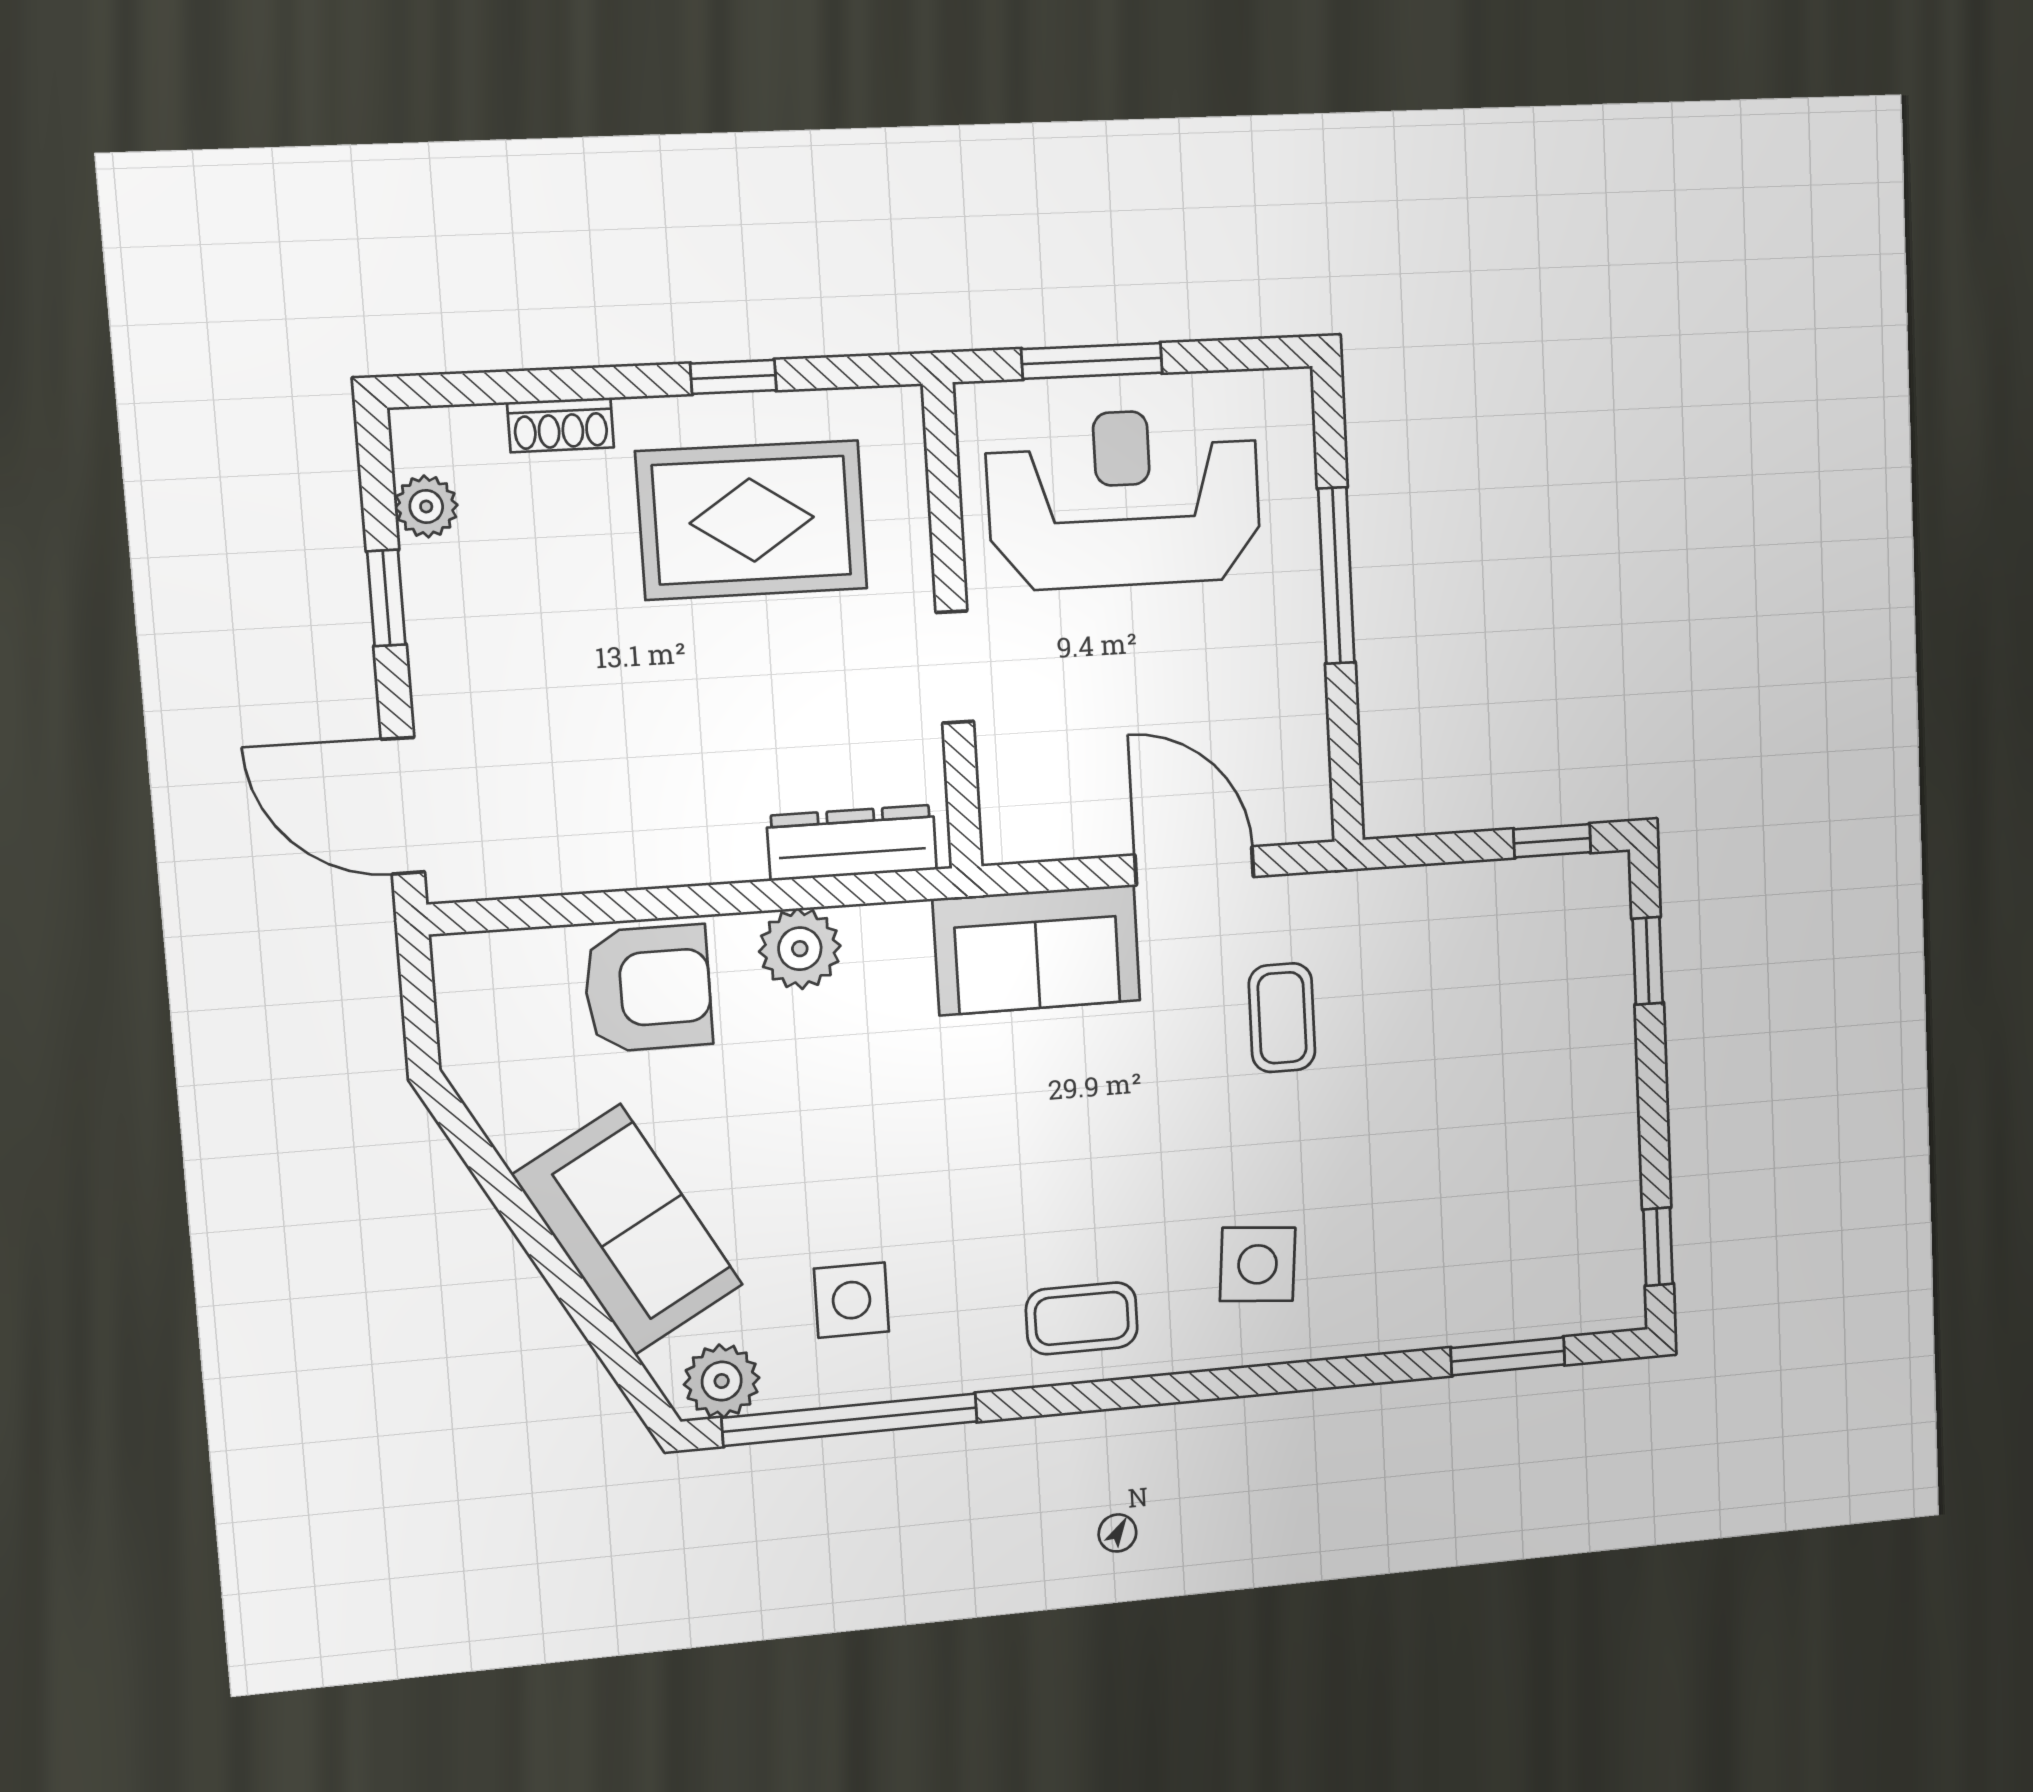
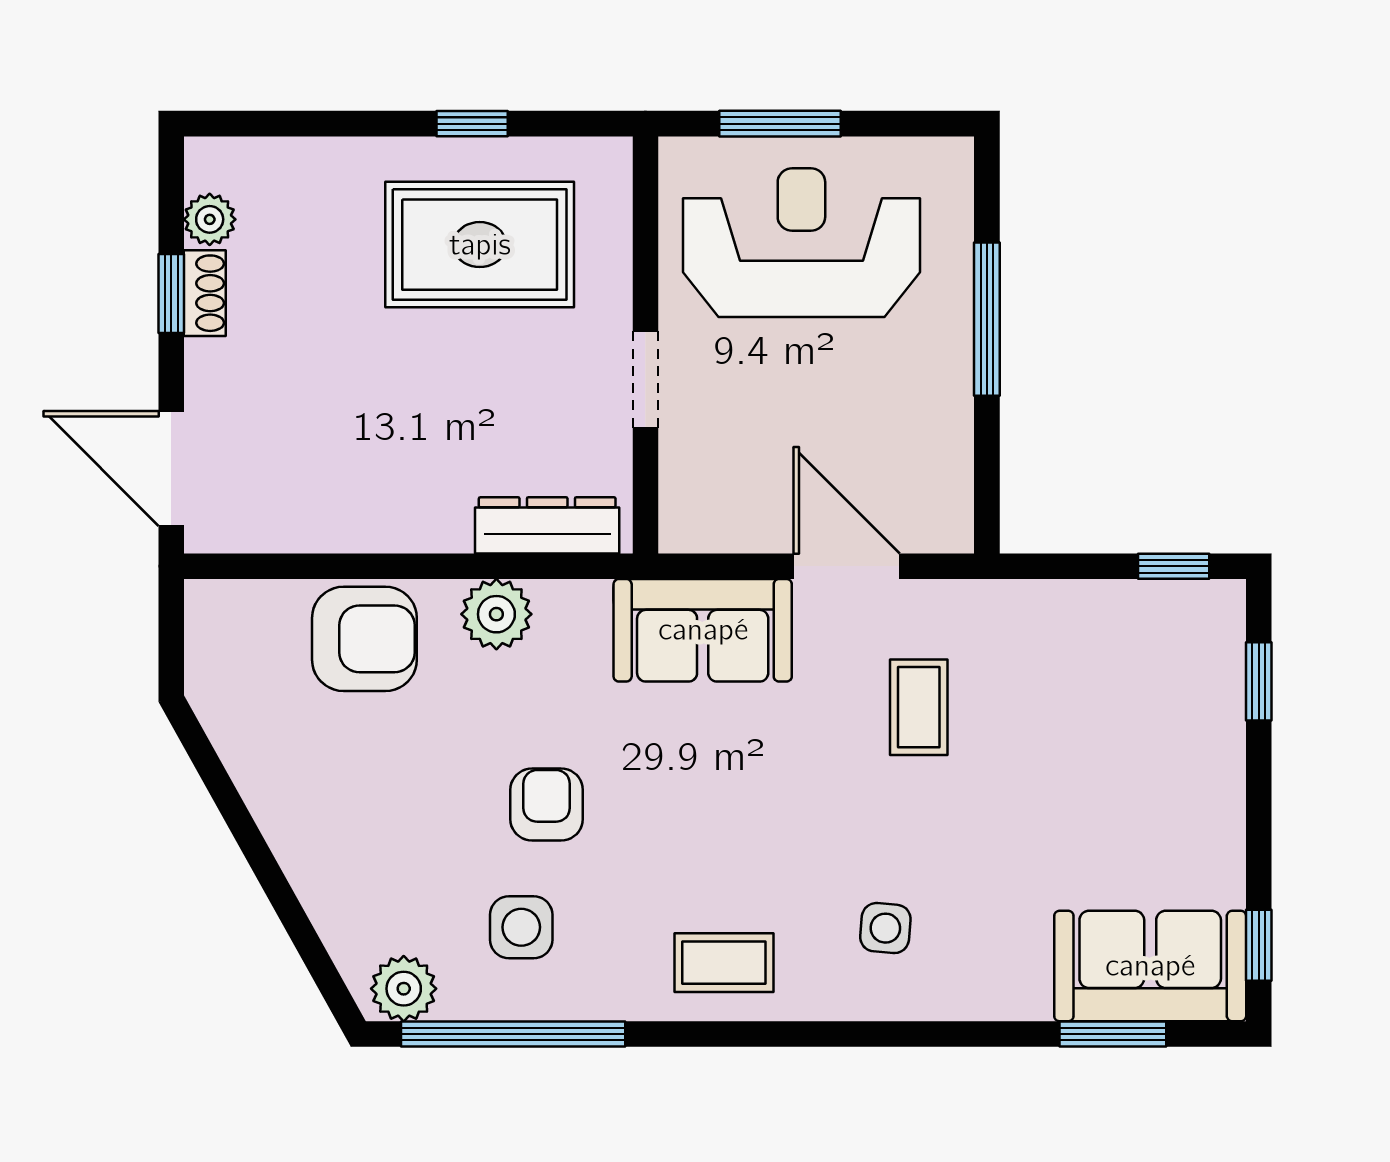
shoe rack: (561, 425) -> (205, 293), moved, turned -90
armchair: (871, 1160) -> (547, 805), added
sofa: (628, 1230) -> (1150, 966), moved, turned -61
side table: (1258, 1264) -> (885, 928), width x0.73, depth x0.73

